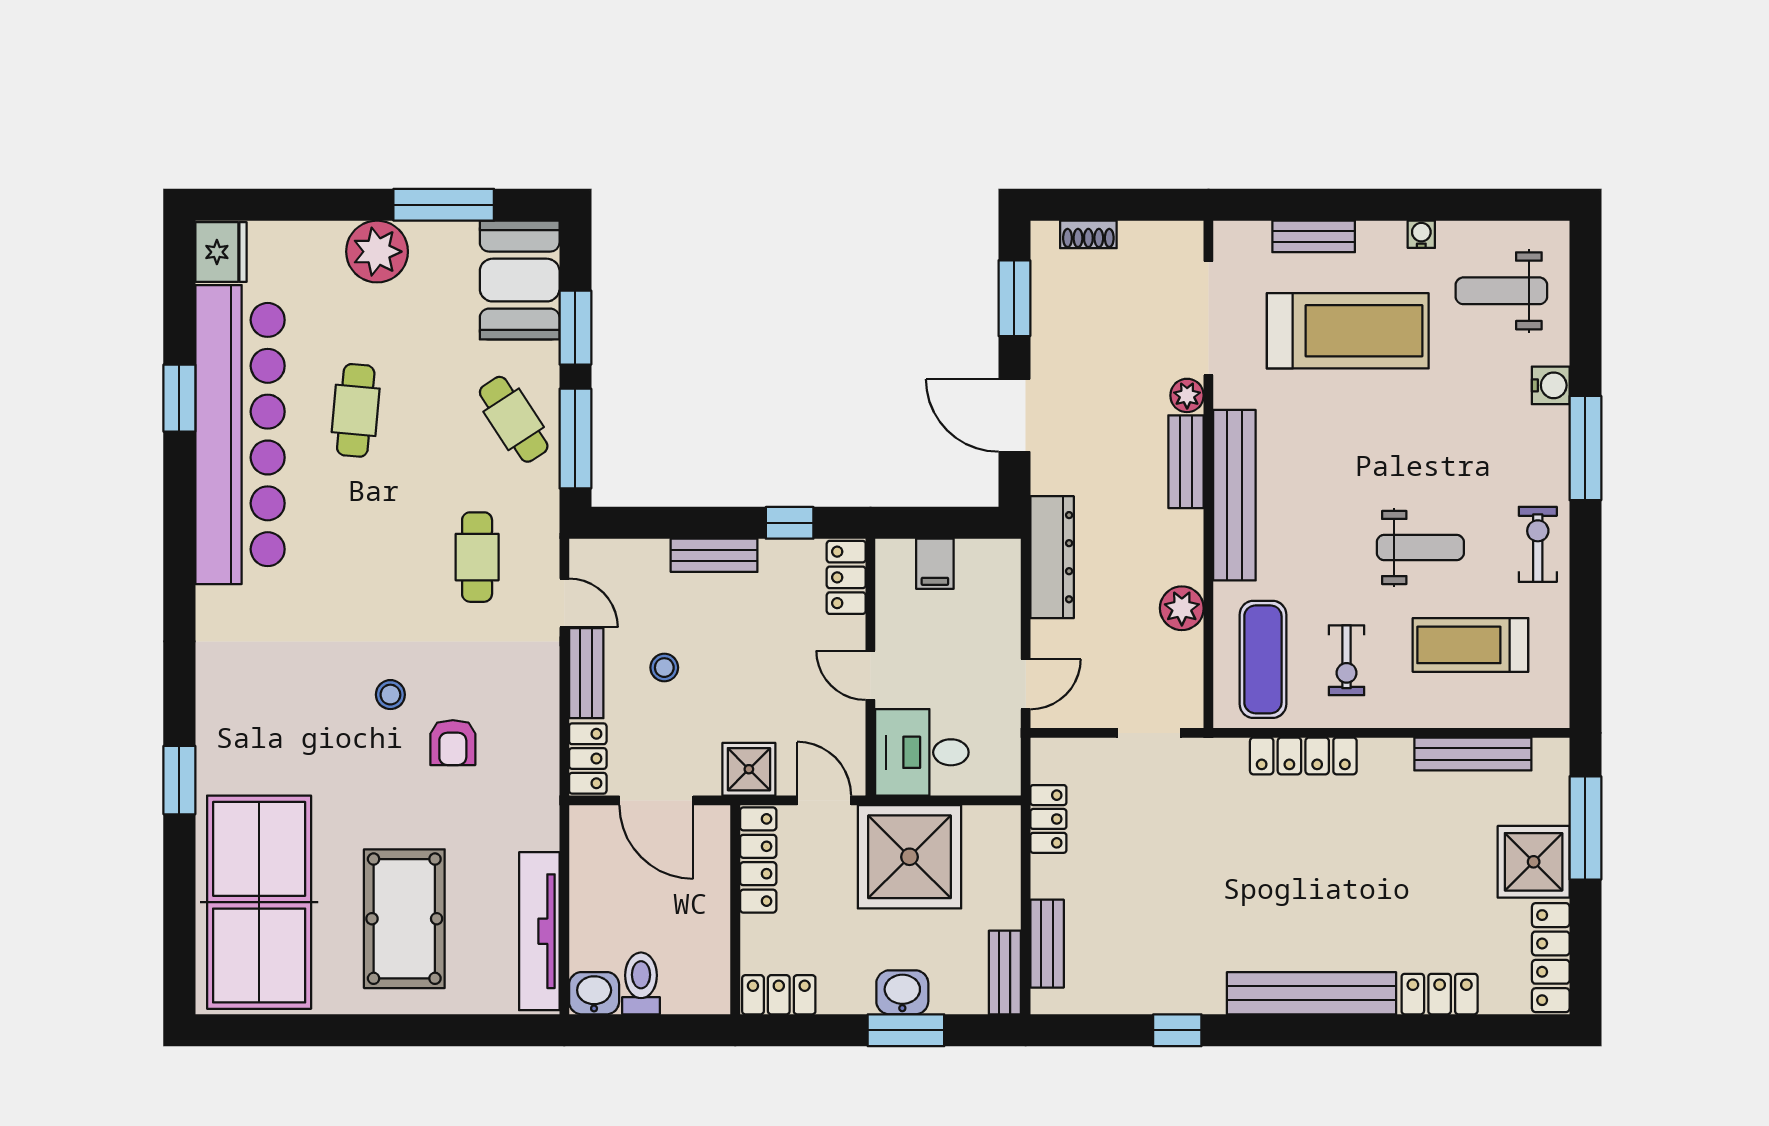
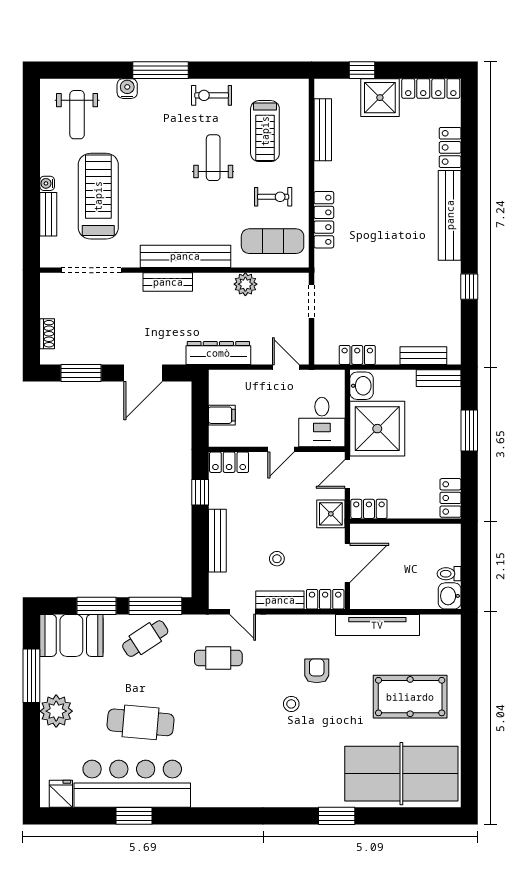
water cooler: (1421, 234) -> (47, 183), moved
fridge: (221, 252) -> (61, 794), width x0.72
plant: (1187, 395) -> (133, 281), removed
cafe table: (356, 410) -> (141, 722), width x1.37, depth x1.35
bar counter: (240, 435) -> (132, 784), width x0.73
bench: (714, 555) -> (217, 541), width x1.36
door: (564, 603) -> (243, 612), swing flipped
armchair: (453, 743) -> (317, 671), turned -90
window: (1585, 828) -> (362, 70), width x0.46
locker: (758, 860) -> (369, 509), width x0.66
tv unit: (539, 931) -> (377, 625), moved
toilet: (641, 983) -> (449, 574), width x0.73, depth x0.72
washbasin: (902, 992) -> (362, 386), moved, turned 180

